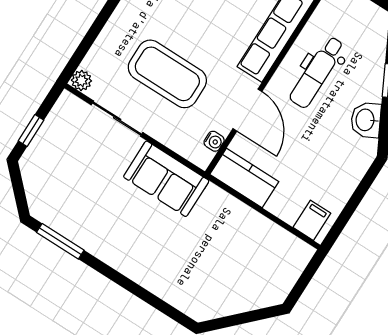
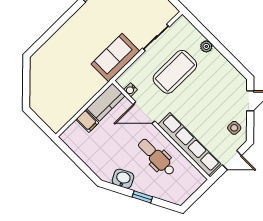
plant: (81, 81) -> (206, 46), moved
filing cabinet: (312, 220) -> (87, 121), moved

